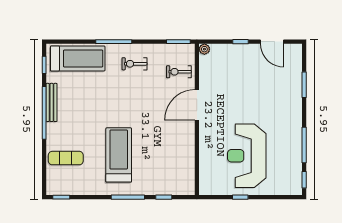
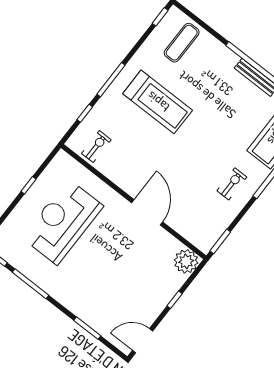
door: (272, 42) -> (143, 341), moved
plant: (204, 49) -> (186, 261), width x1.88, depth x1.88
exercise bike: (179, 72) -> (96, 147), moved
reception desk: (247, 156) -> (63, 222), turned -90
exercise mat: (66, 158) -> (182, 43), moved

